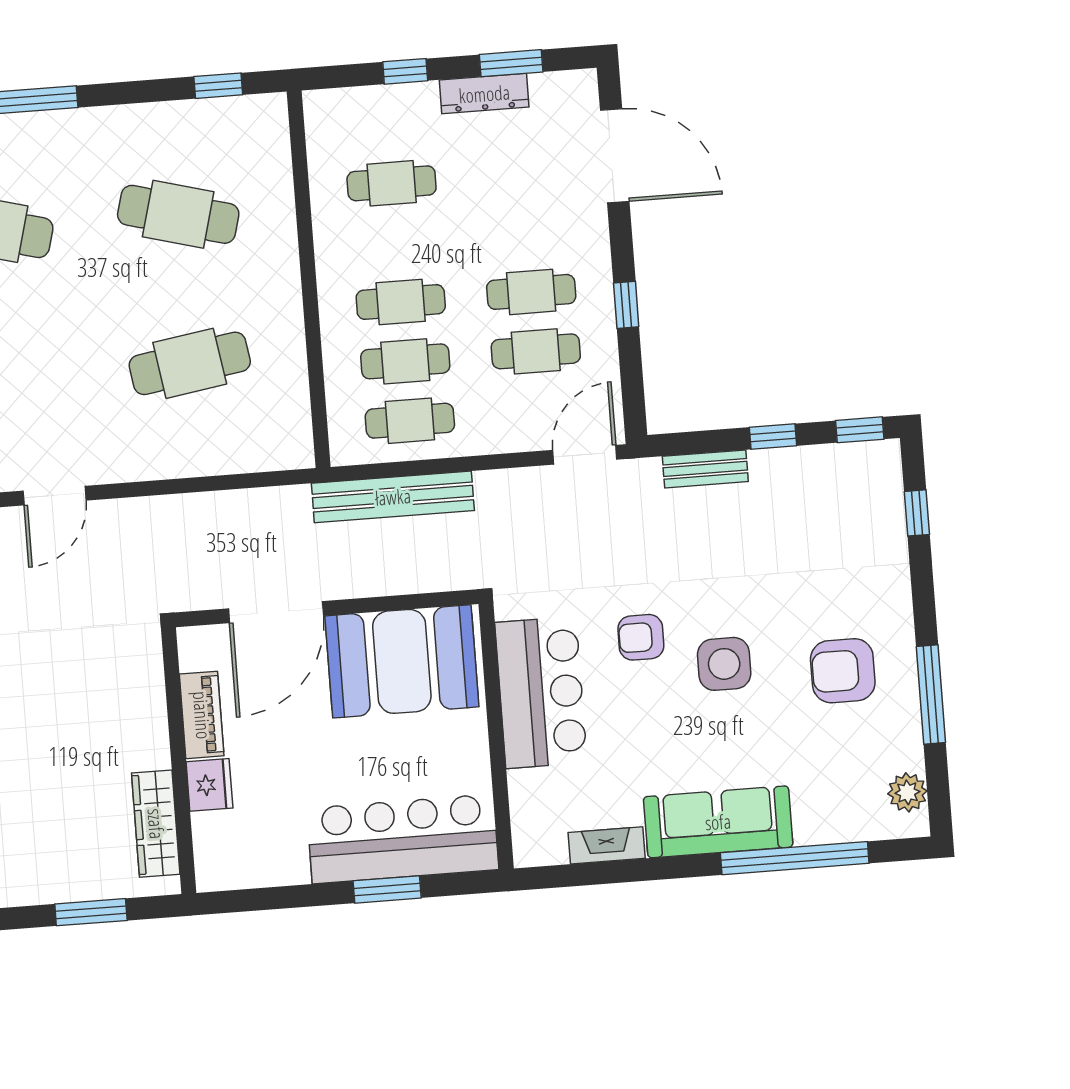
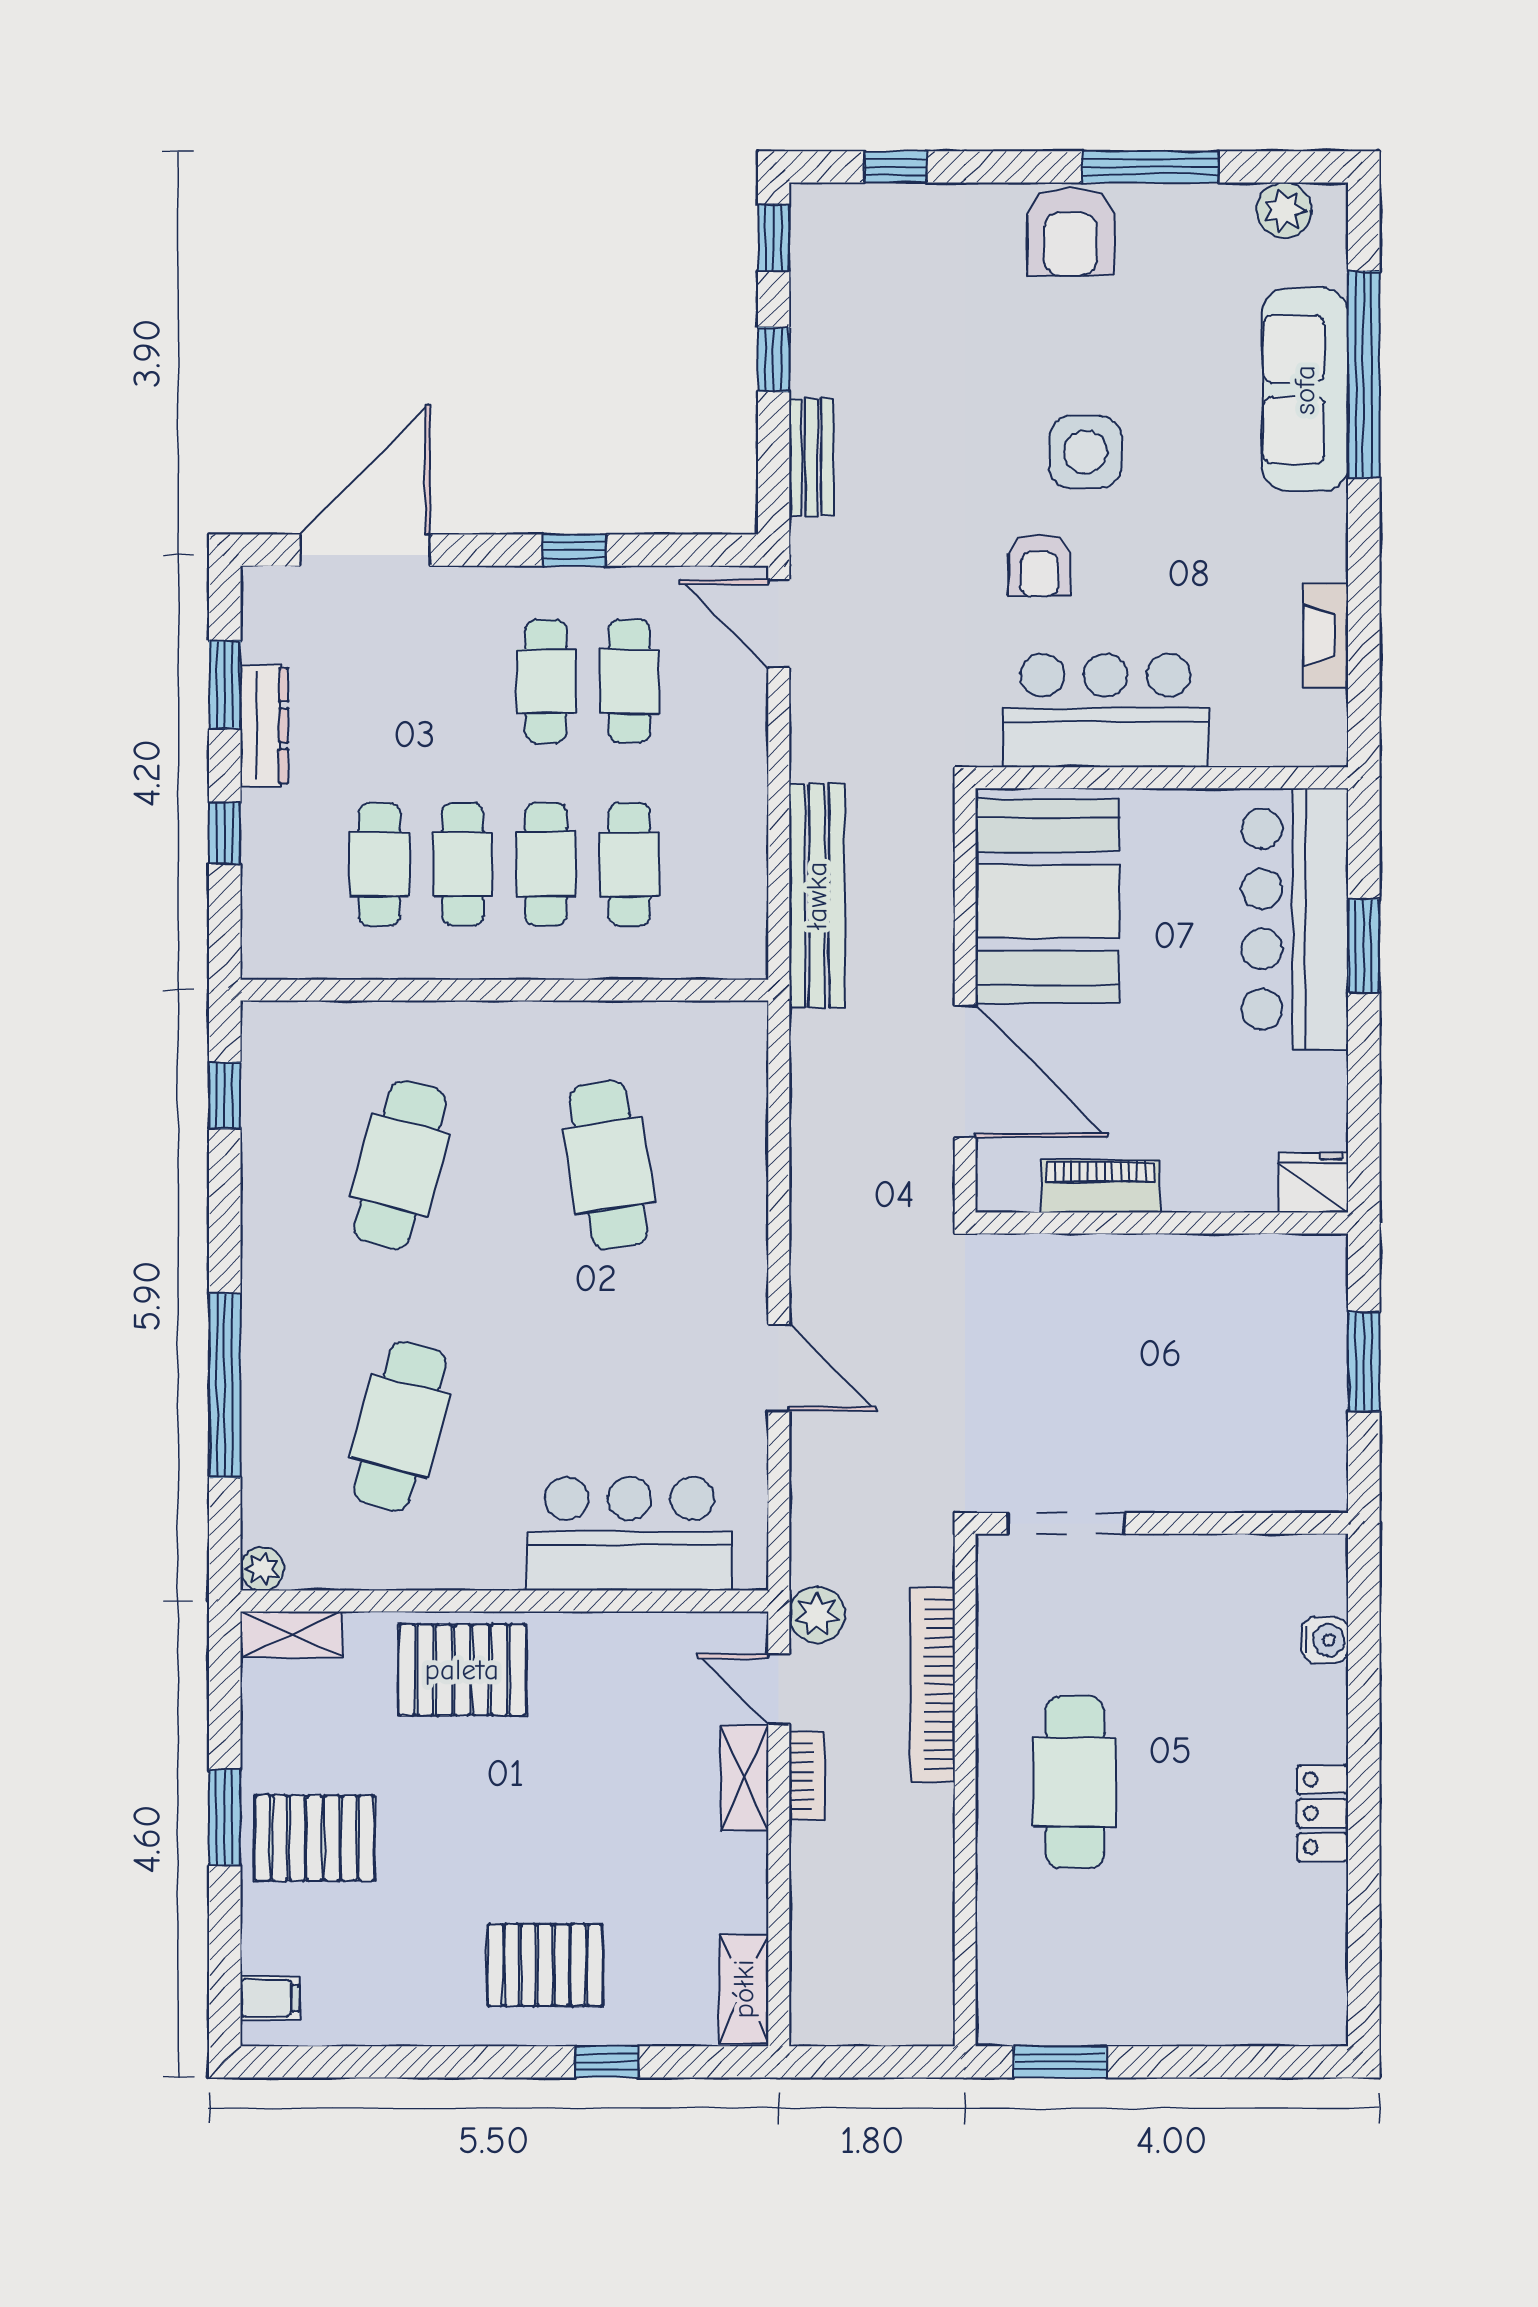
cafe table: (410, 421) -> (463, 864), moved
armchair: (843, 671) -> (1070, 232), moved
fridge: (209, 785) -> (1313, 1183), moved
sofa: (718, 822) -> (1305, 390), moved
wardrobe: (156, 824) -> (1247, 1262), removed

